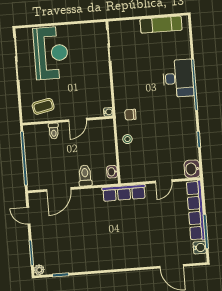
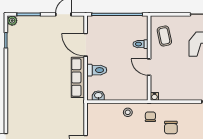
chair: (140, 92) -> (171, 128), added
row of seats: (124, 193) -> (78, 77), moved

